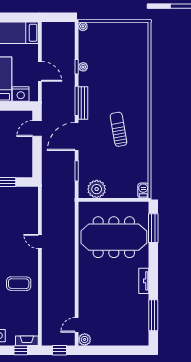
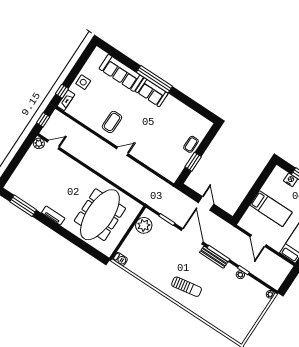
door: (40, 71) -> (258, 241), hinge flipped
nightstand: (21, 94) -> (251, 216), removed
door: (37, 128) -> (206, 203), moved
sun lounger: (118, 129) -> (187, 287), moved
window: (153, 228) -> (87, 248), removed
door: (40, 242) -> (122, 151), moved
door: (77, 325) -> (53, 145), hinge flipped

